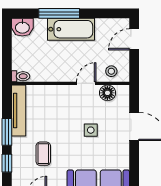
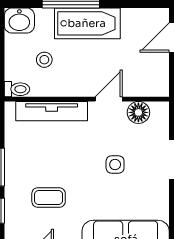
stool: (111, 71) -> (44, 60), moved
tv unit: (19, 111) -> (52, 111), moved, turned 90
coffee table: (43, 154) -> (49, 198), turned 90

